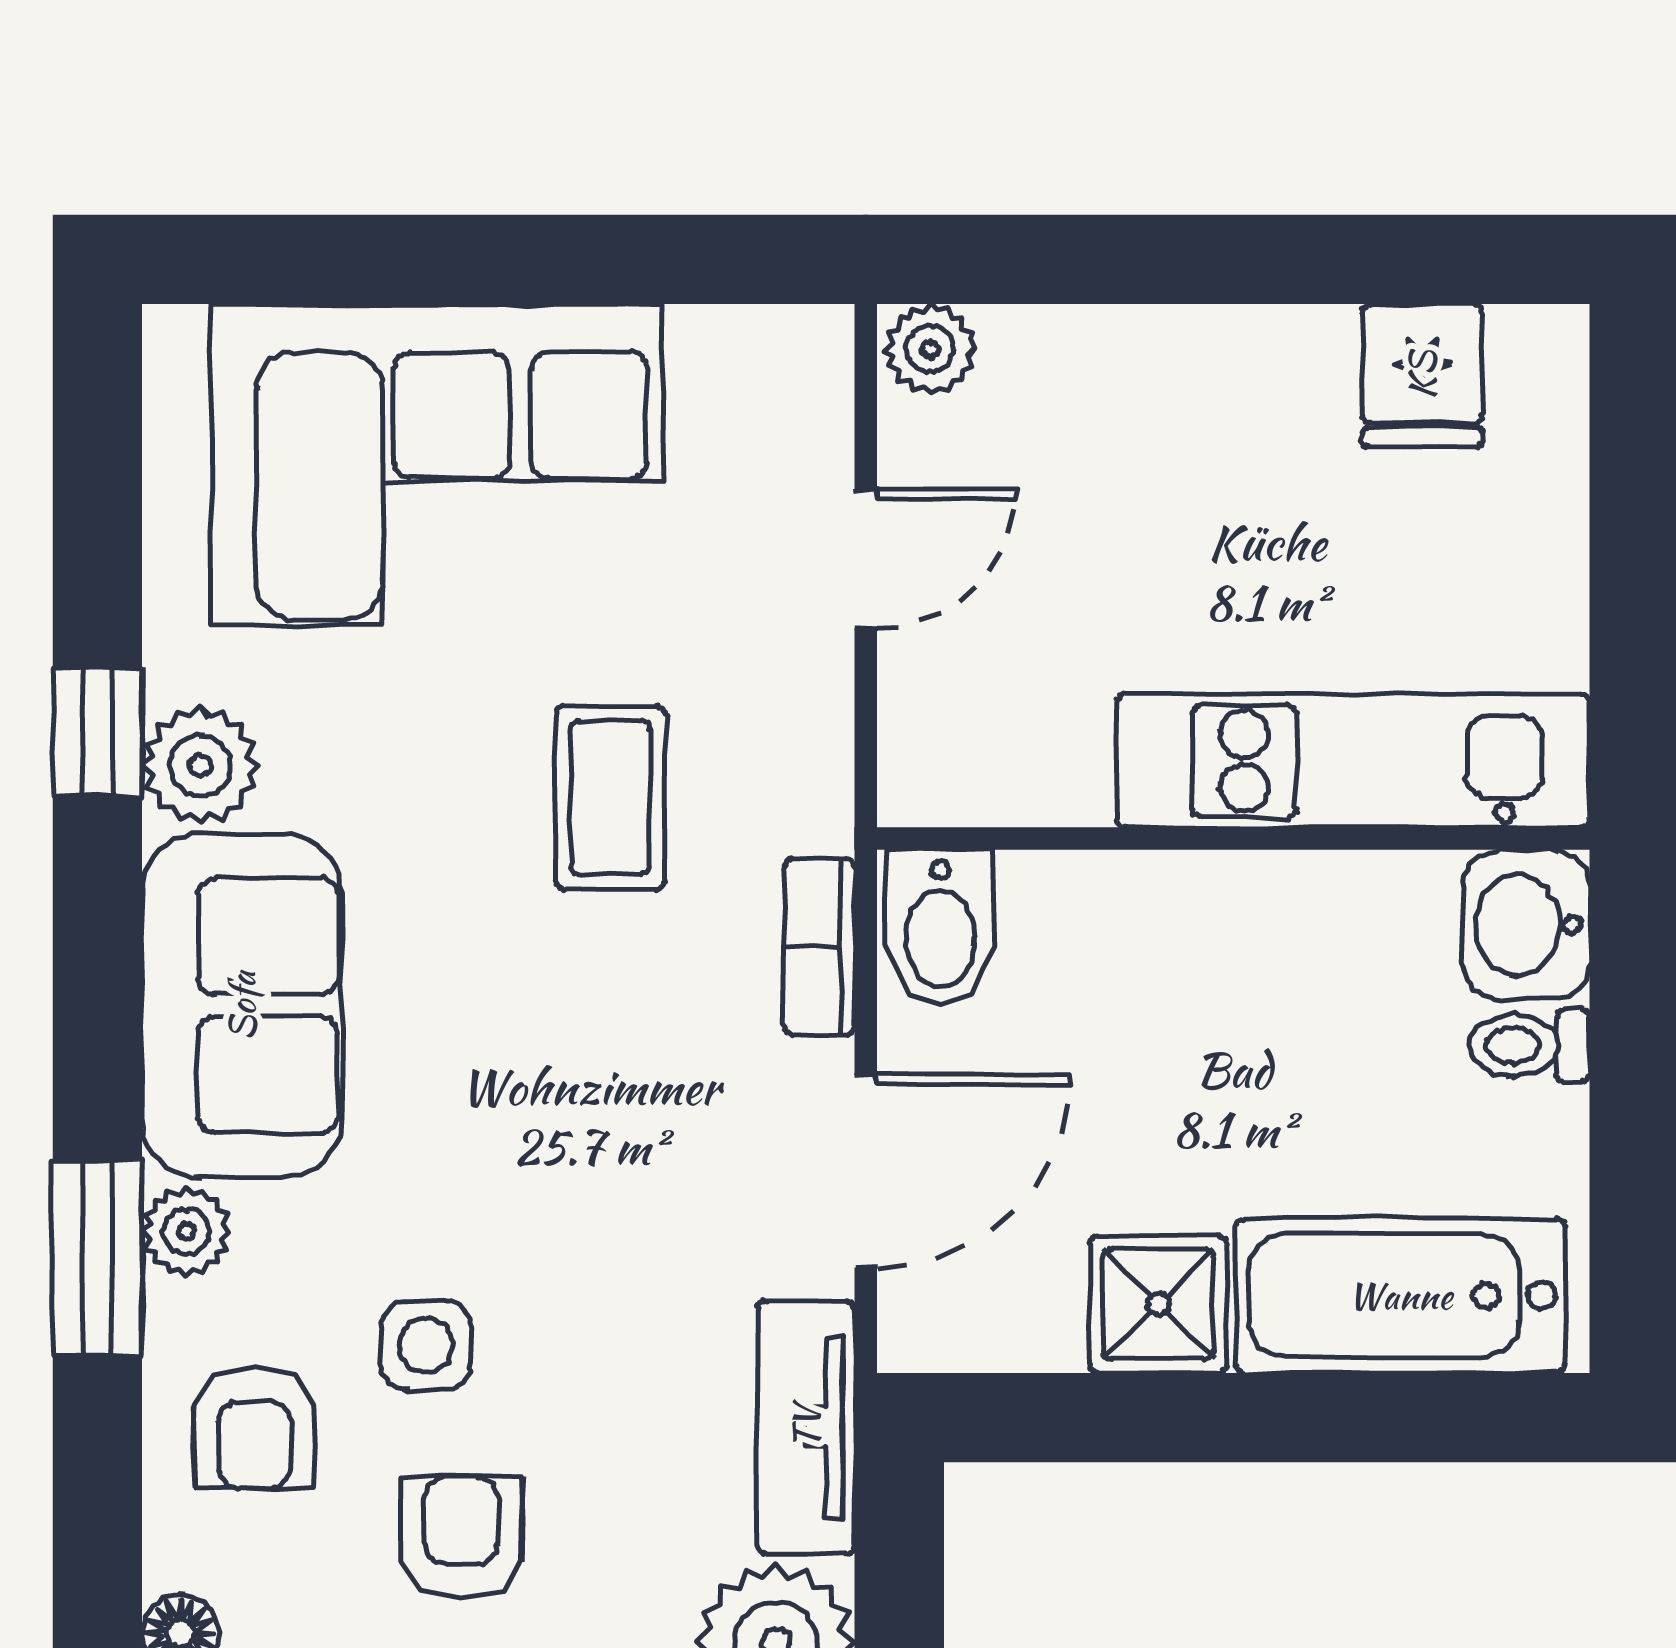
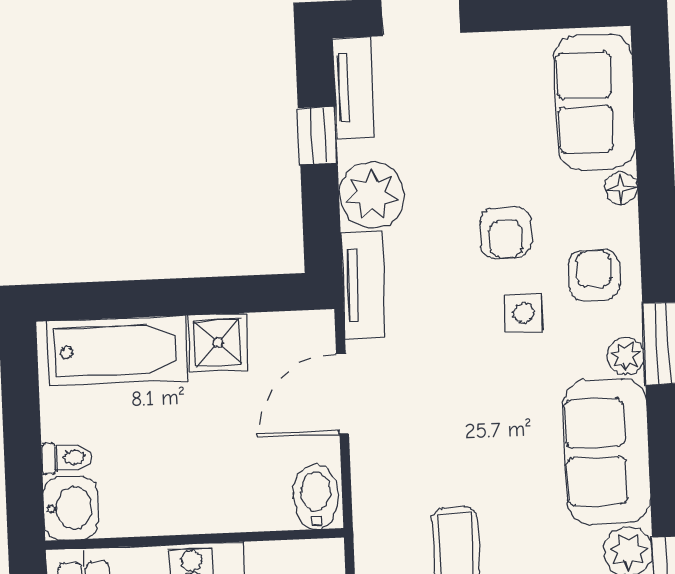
bookcase: (819, 947) -> (366, 486), removed

